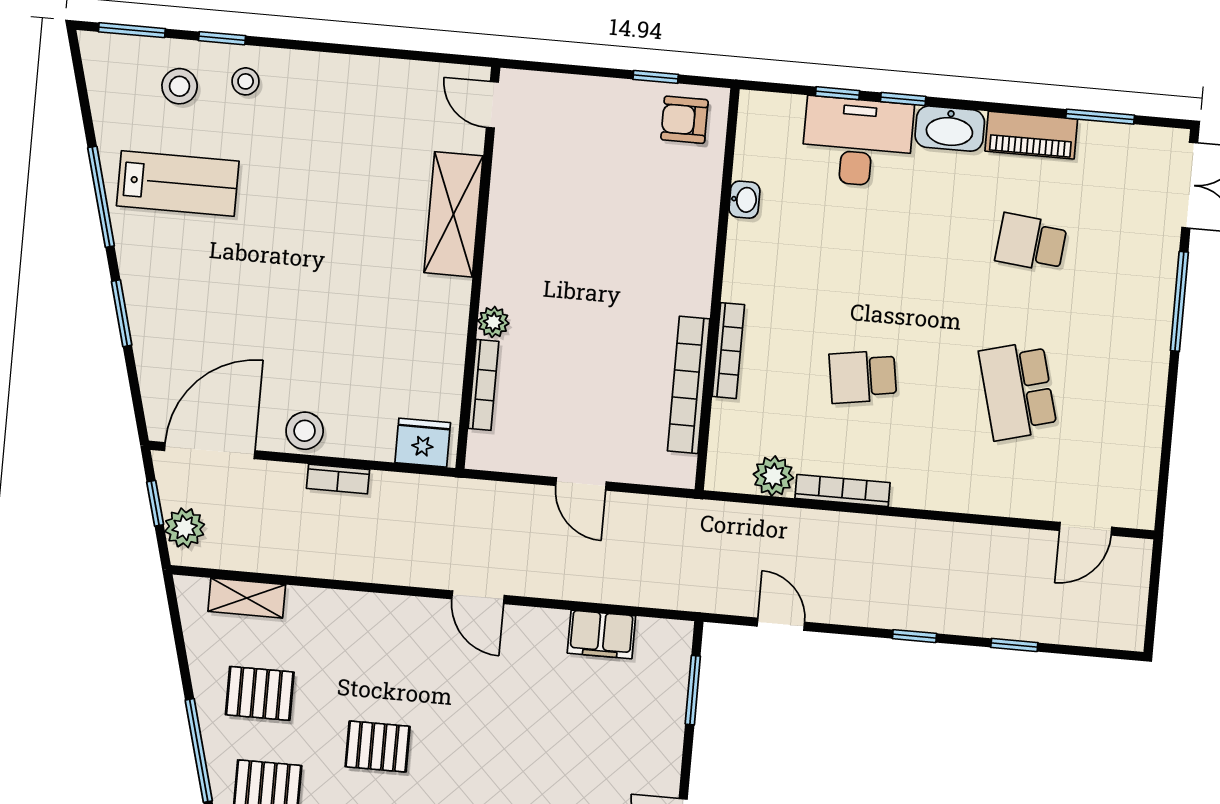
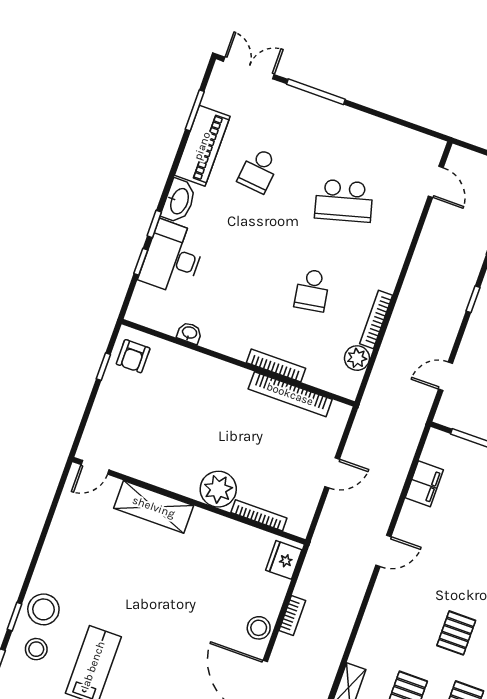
stool: (246, 81) -> (43, 609), width x1.89, depth x1.89
piano: (1031, 135) -> (202, 146), width x1.37, depth x1.33
plant: (493, 322) -> (218, 489), width x1.87, depth x1.87

